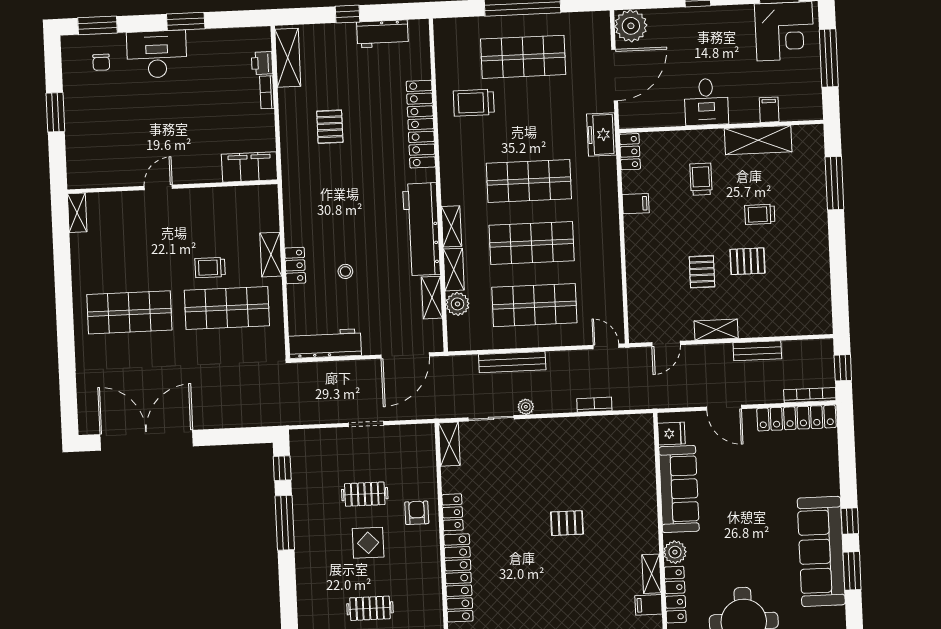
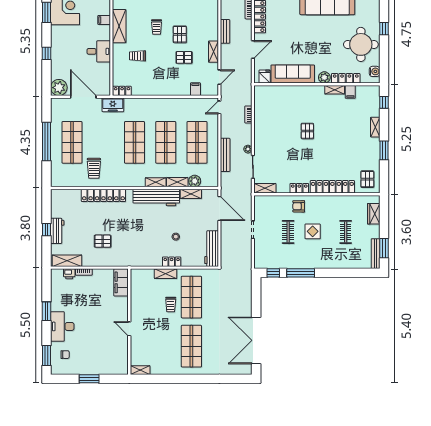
workbench: (382, 34) -> (57, 231), moved
filing cabinet: (636, 204) -> (195, 89), moved
door: (666, 344) -> (219, 77), hinge flipped

